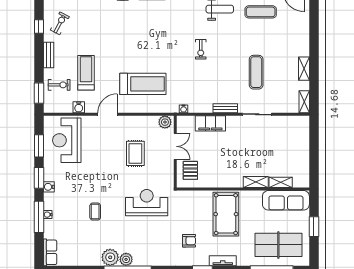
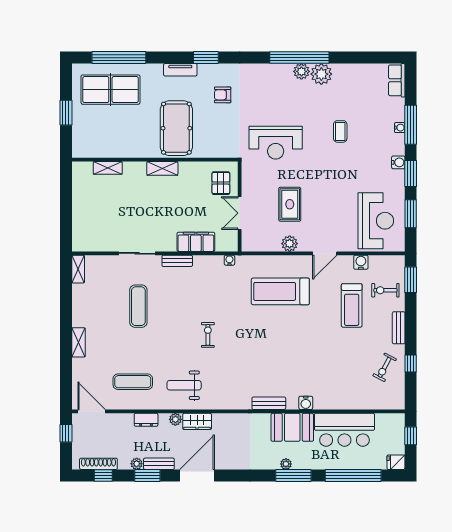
shelving: (304, 69) -> (78, 342), moved
plant: (165, 122) -> (290, 244), moved
shelving: (256, 182) -> (162, 168), moved
sofa: (286, 200) -> (101, 145), removed

